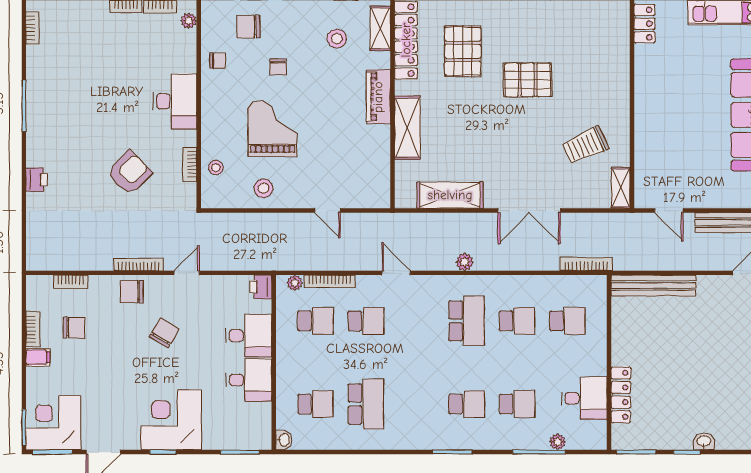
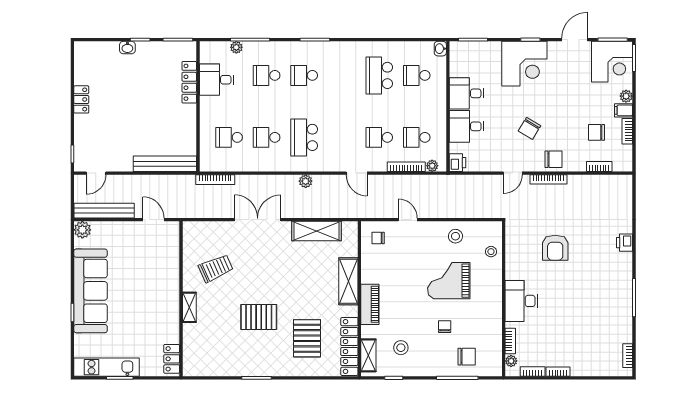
chair: (218, 61) -> (378, 238), moved
grand piano: (272, 129) -> (449, 281), turned 90
bookcase: (190, 164) -> (510, 341), moved
armchair: (130, 173) -> (555, 248), turned -45
shelving: (621, 188) -> (189, 307), moved
plant: (34, 376) -> (626, 96), added

